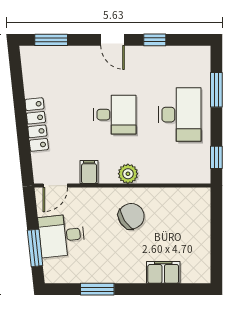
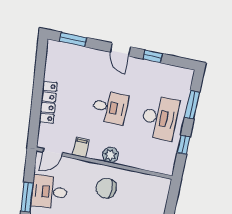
window: (216, 157) -> (184, 145), moved
chair: (131, 216) -> (106, 188), turned -147

